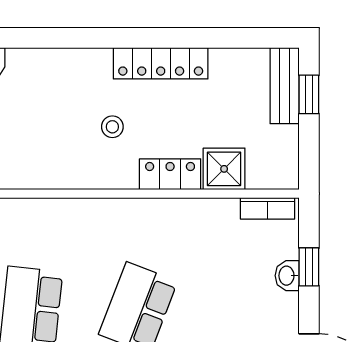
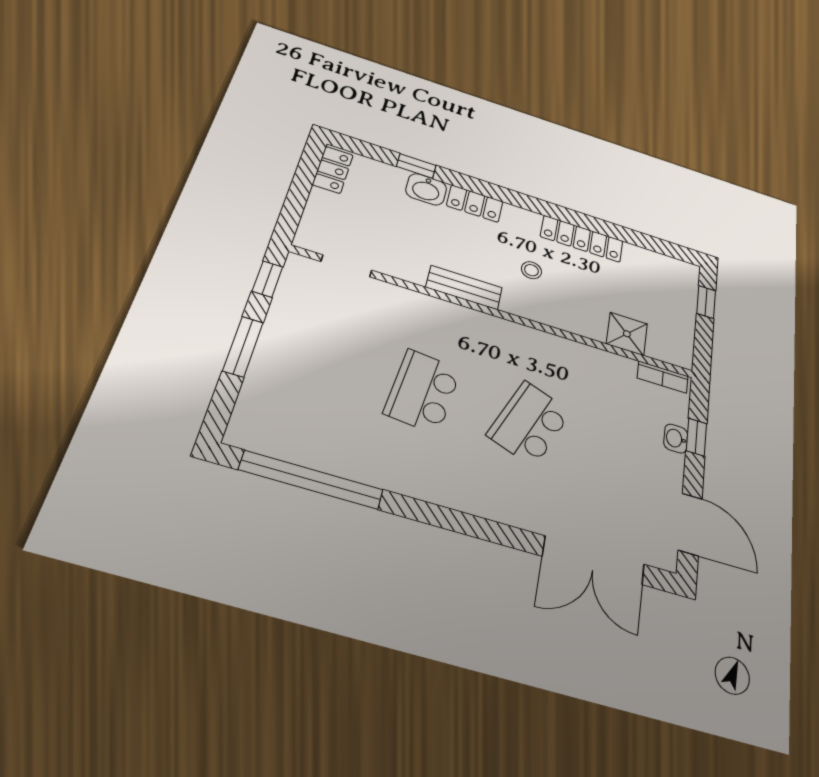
bench: (285, 86) -> (464, 287), moved, turned 90
locker: (170, 174) -> (475, 204), moved, turned 180

